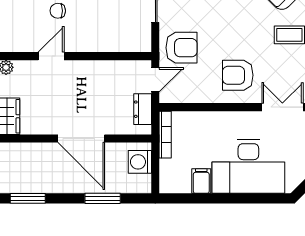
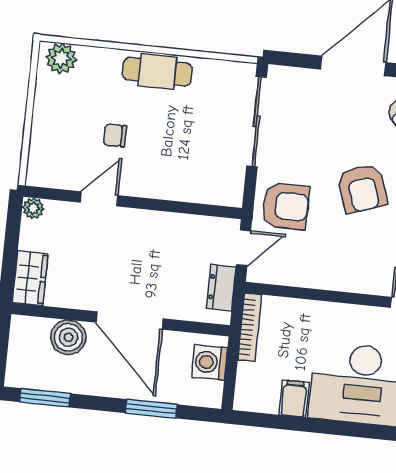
armchair: (238, 75) -> (362, 188), moved, turned -109
boiler: (40, 155) -> (68, 337), added

